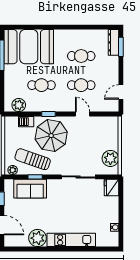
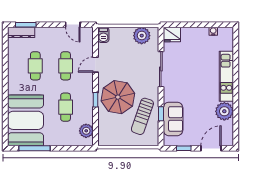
barbecue: (26, 122) -> (103, 35), moved
plant: (13, 170) -> (154, 137), removed

